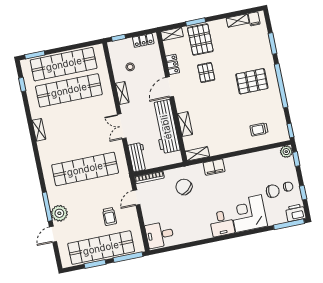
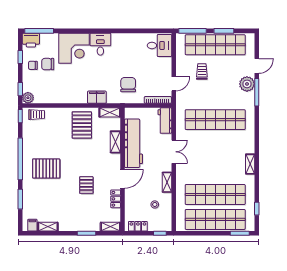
pallet: (200, 39) -> (82, 125), moved
trolley: (259, 129) -> (37, 115), moved
chair: (184, 187) -> (128, 85), turned -141

